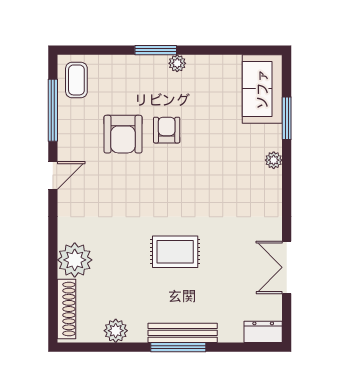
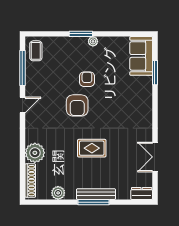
armchair: (123, 134) -> (77, 105), moved
plant: (274, 160) -> (148, 96), removed

